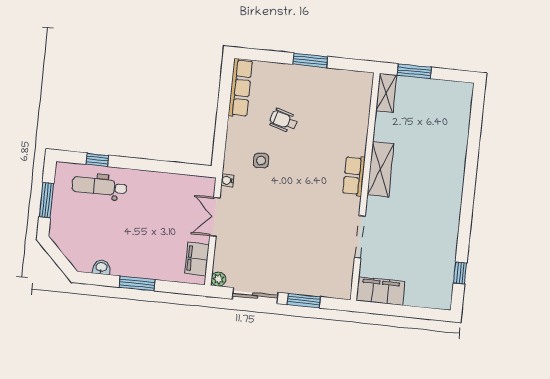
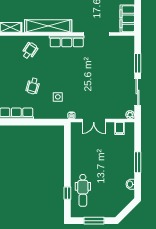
wheelchair: (344, 121) -> (30, 51), added
shelving: (381, 169) -> (48, 26), width x1.47
row of seats: (354, 176) -> (67, 41), width x1.48
filing cabinet: (197, 259) -> (120, 128), width x0.50

